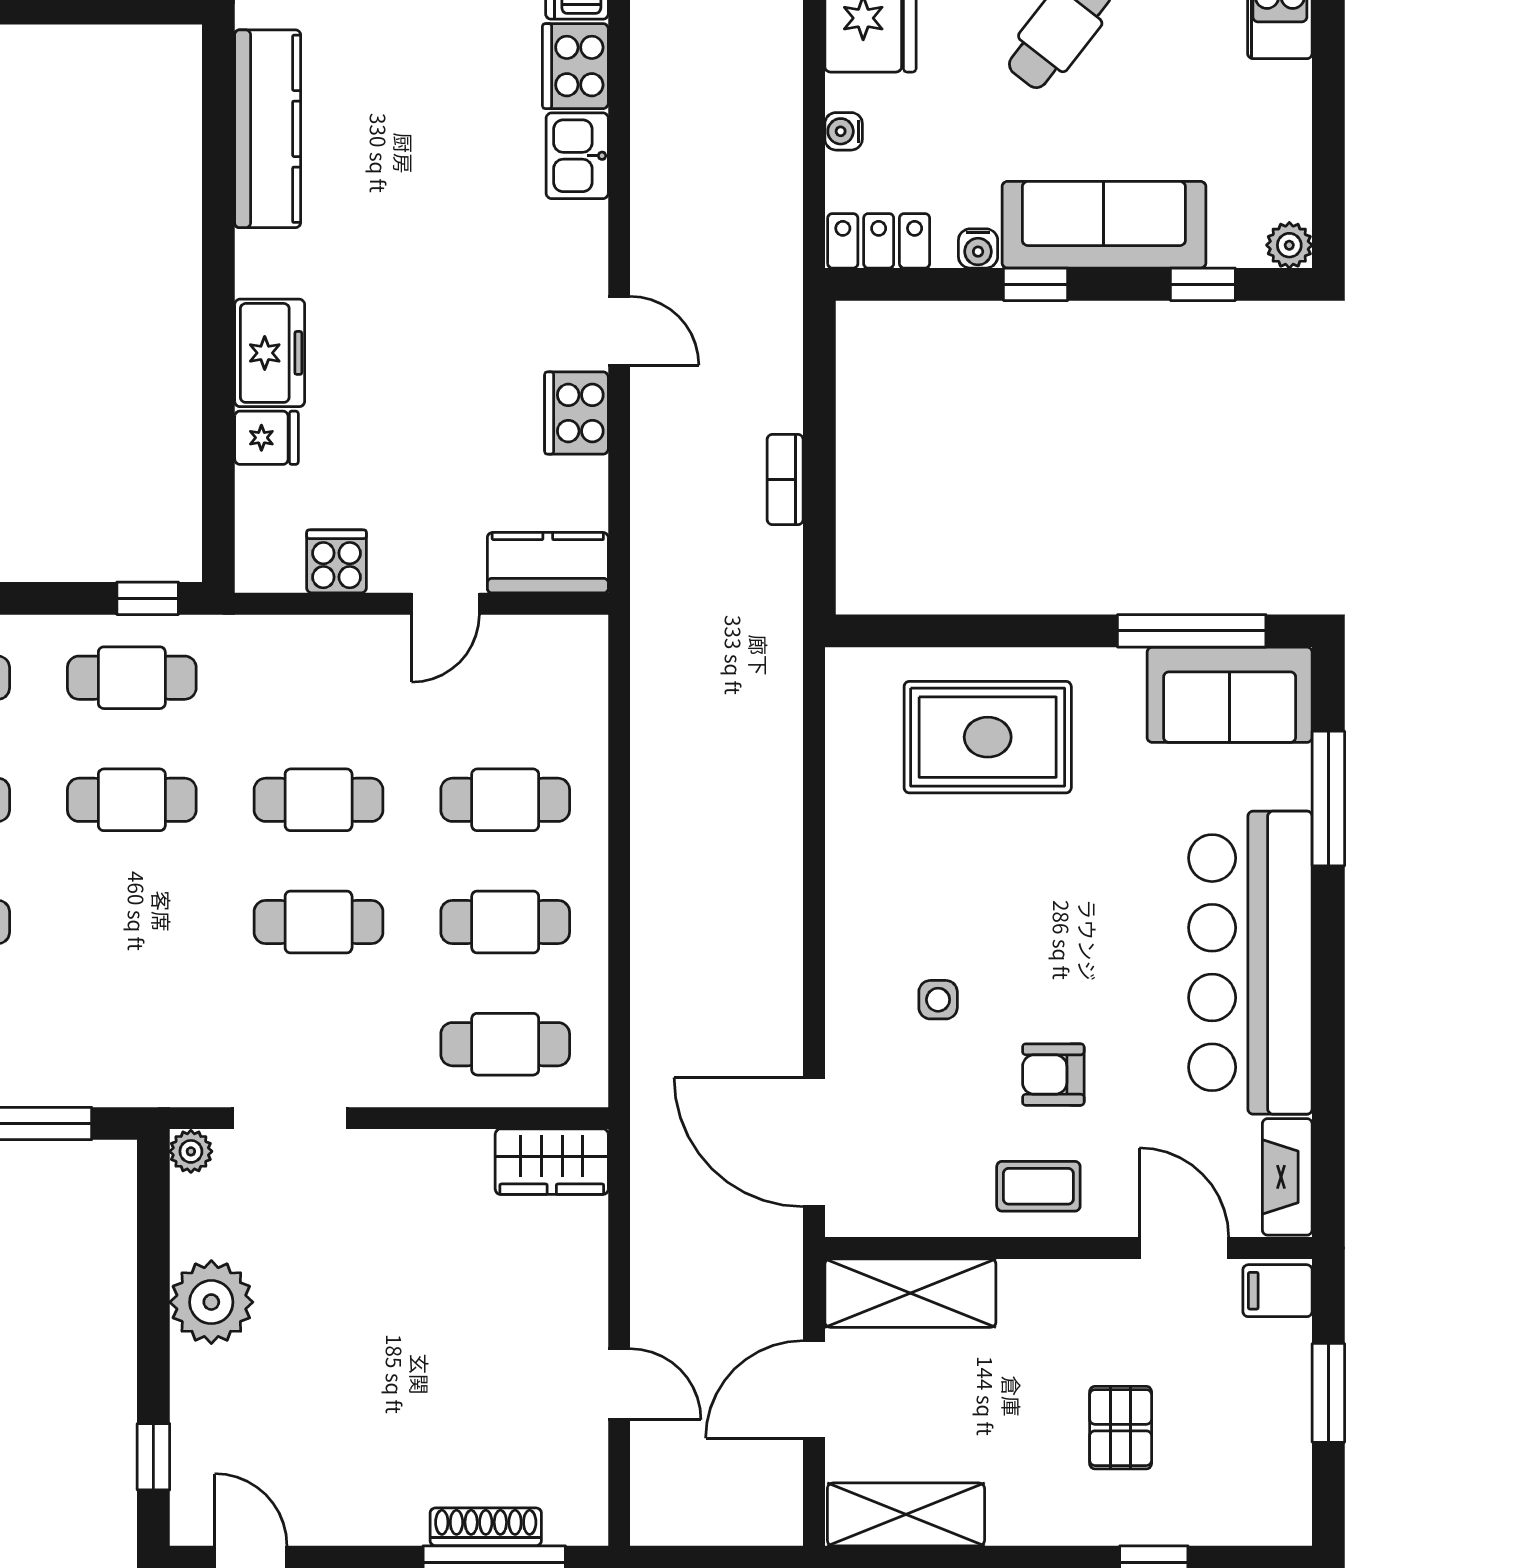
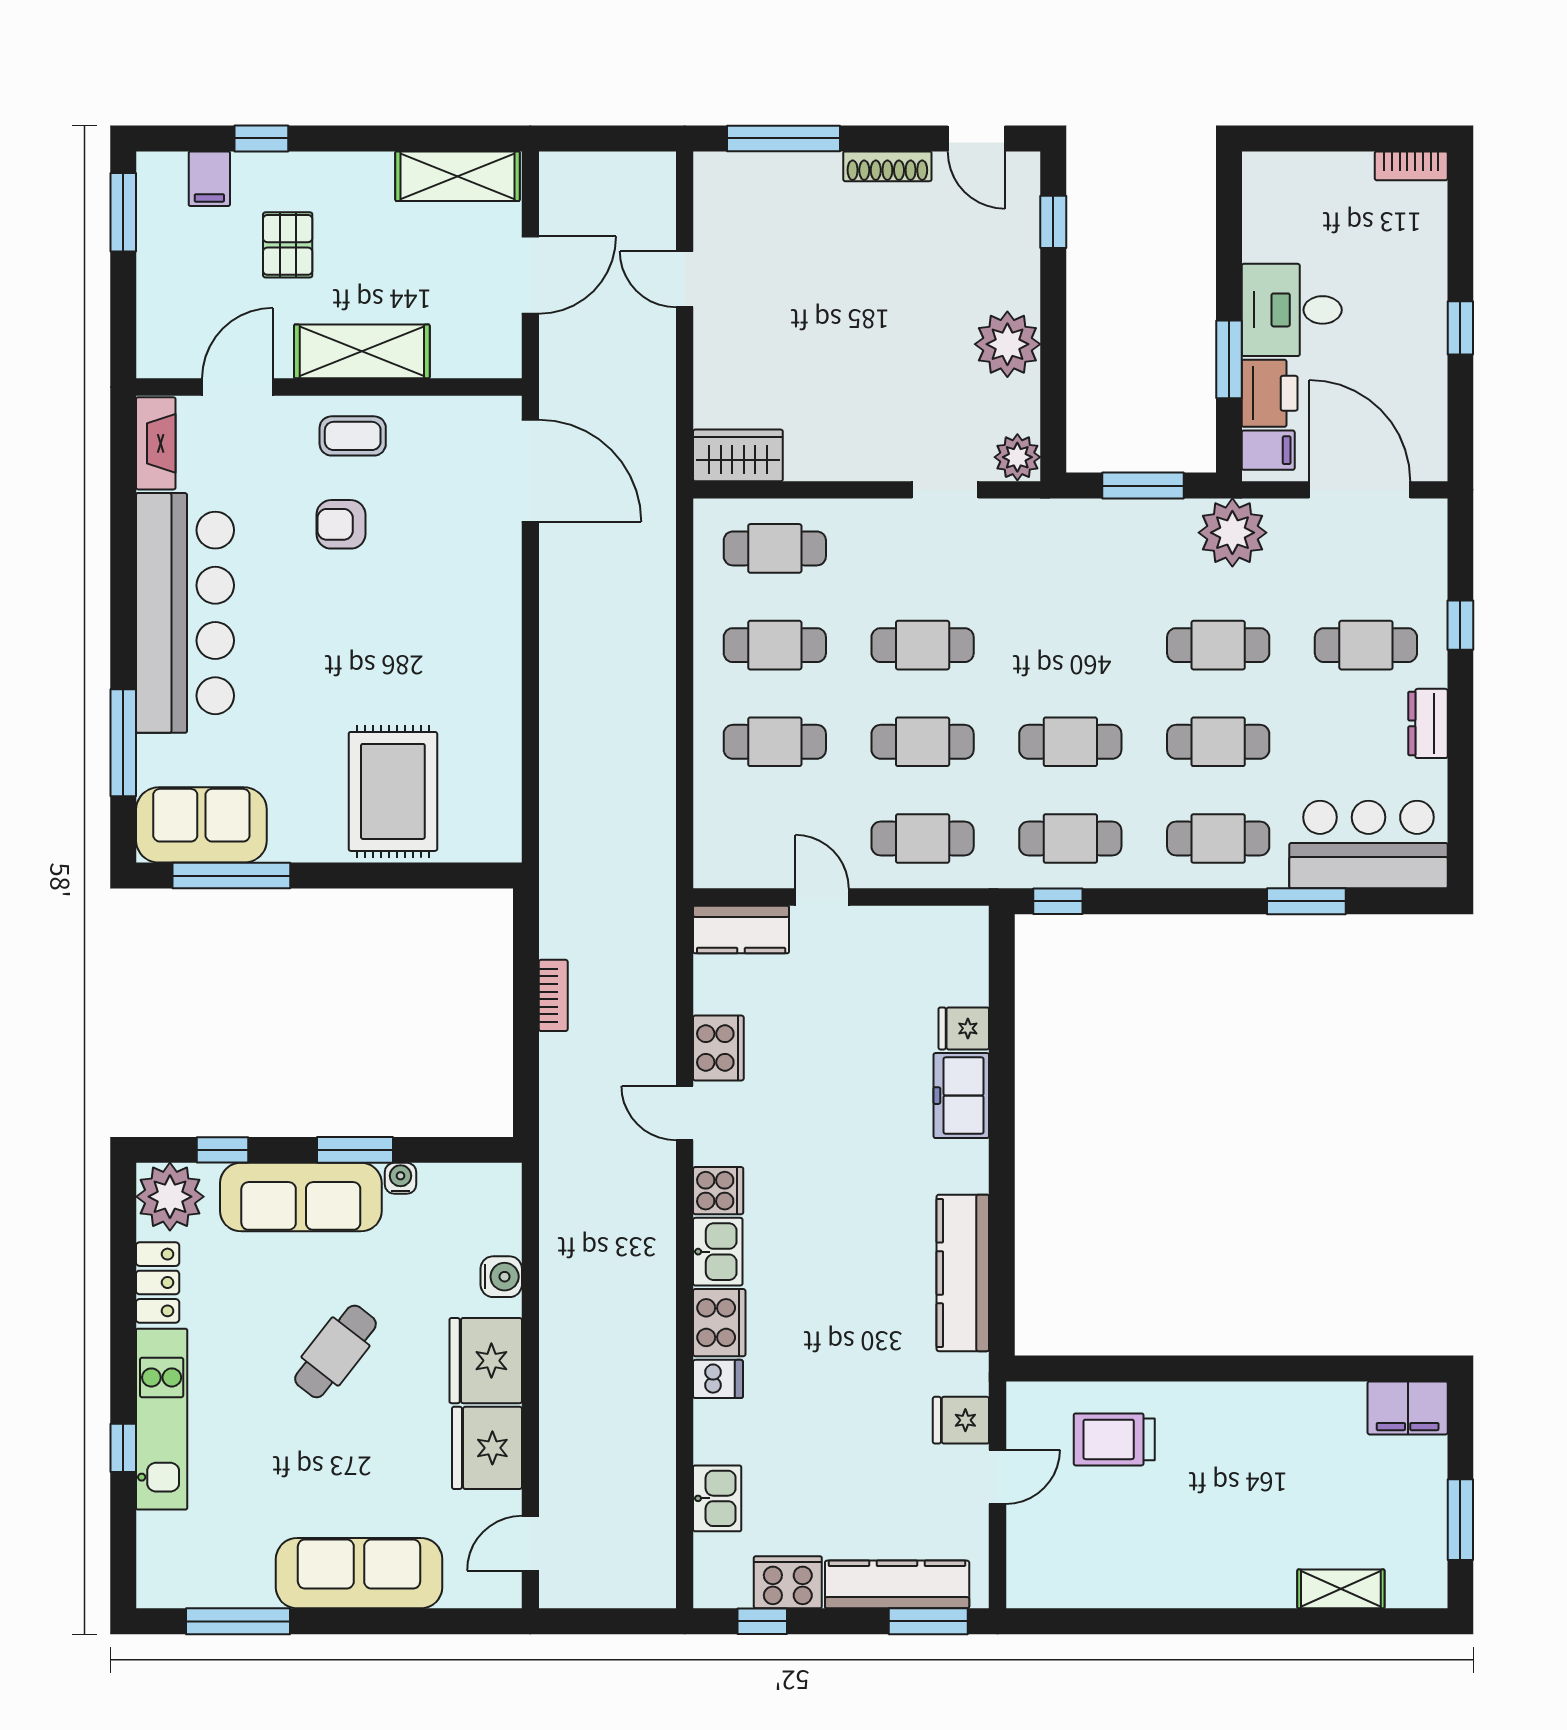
water cooler: (844, 131) -> (501, 1277), width x1.38, depth x1.38
locker: (879, 241) -> (158, 1282), moved, turned -90
plant: (1289, 245) -> (170, 1197), width x1.87, depth x1.87
window: (1036, 284) -> (355, 1150), width x1.50
cooker: (337, 561) -> (718, 1191), moved, turned -90
door: (446, 604) -> (822, 897), hinge flipped
cafe table: (319, 678) -> (923, 838), added
rug: (988, 737) -> (393, 791), turned 90
side table: (938, 1000) -> (432, 584), removed
armchair: (1053, 1075) -> (341, 524), turned 180
doorway: (290, 1118) -> (945, 490), width x0.73
plant: (191, 1151) -> (1017, 457), width x1.38, depth x1.38
door: (1184, 1248) -> (238, 387), swing flipped
filing cabinet: (1277, 1291) -> (209, 179), moved, turned 90
shelving: (910, 1293) -> (362, 351), moved
window: (1328, 1393) -> (123, 212), moved
shoe rack: (486, 1527) -> (887, 166), moved

